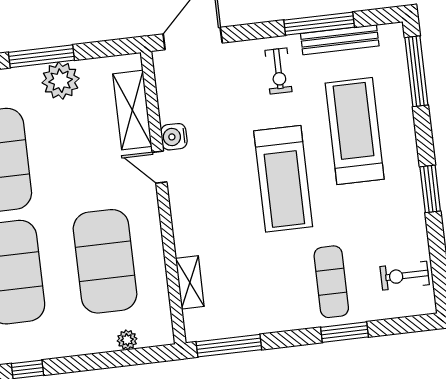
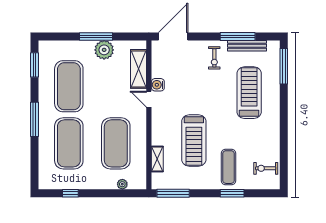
treadmill: (283, 179) -> (194, 141), moved
window: (430, 189) -> (284, 126), removed

